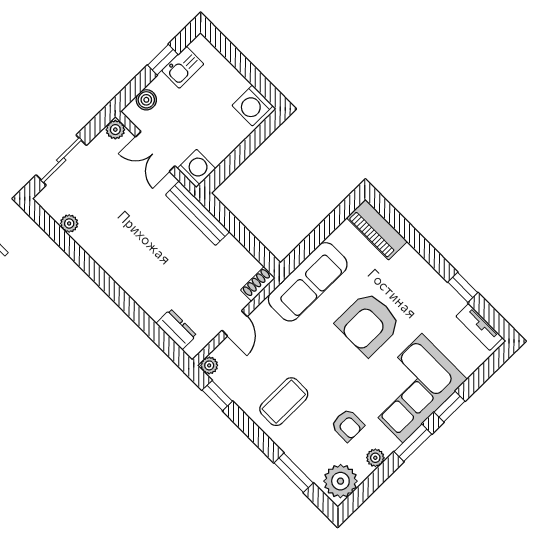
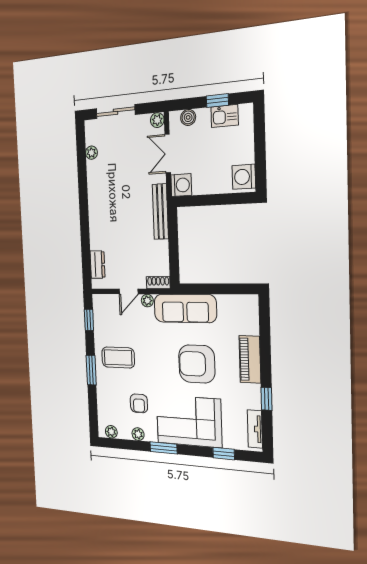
piano: (377, 230) -> (250, 359), moved
plant: (209, 365) -> (147, 301), moved
window: (449, 407) -> (224, 454), moved
window: (294, 473) -> (91, 370), moved
plant: (340, 481) -> (111, 432), width x0.53, depth x0.53

